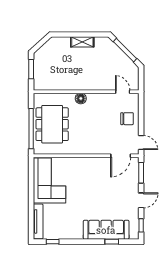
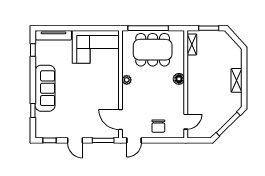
shelving: (47, 86) -> (192, 44), added
plant: (82, 150) -> (127, 80), added
sofa: (106, 230) -> (45, 88), moved

